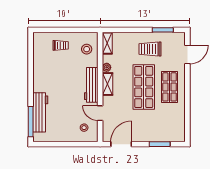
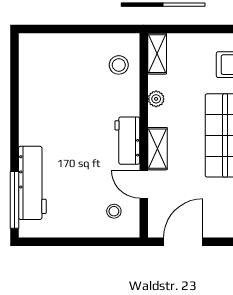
trolley: (61, 45) -> (70, 58), removed
shelving: (107, 84) -> (157, 149), moved
workbench: (91, 85) -> (127, 141), width x0.73

